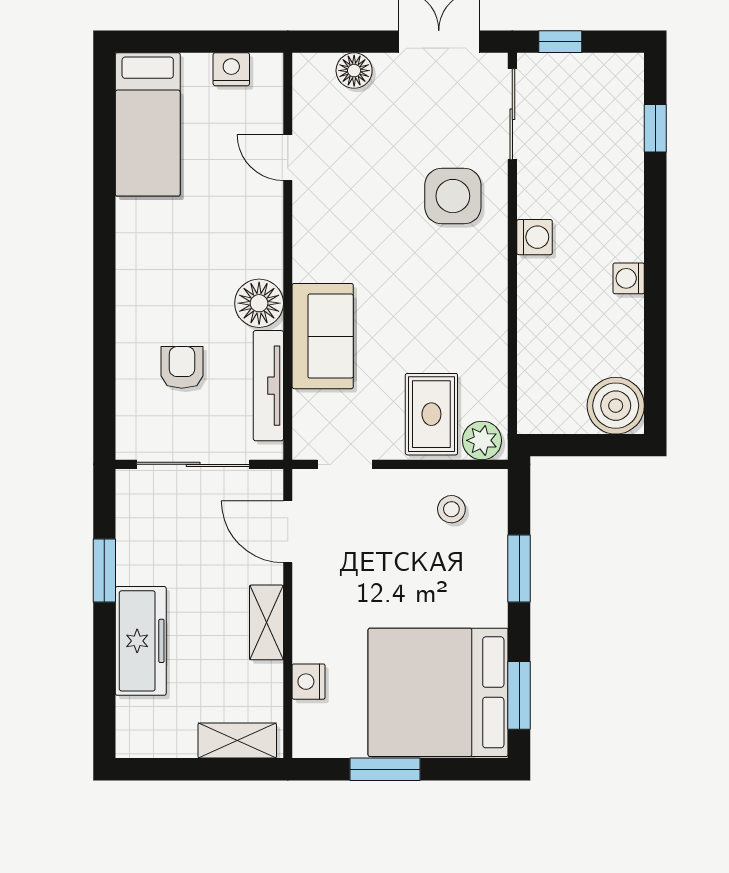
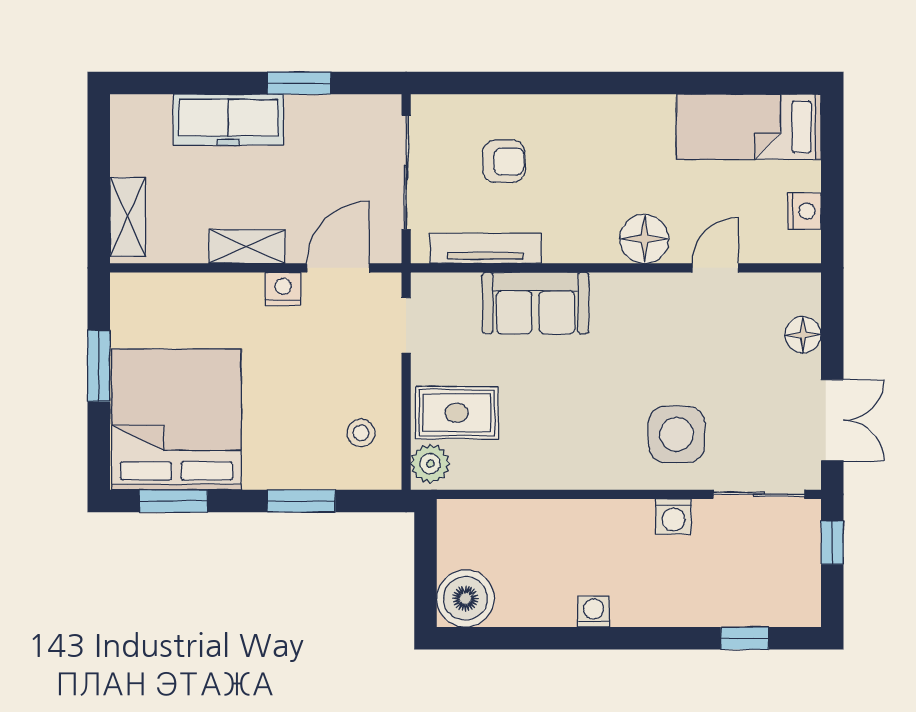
washing machine: (534, 237) -> (673, 517), moved
floor lamp: (259, 303) -> (644, 239), moved
nightstand: (309, 682) -> (283, 289), moved

